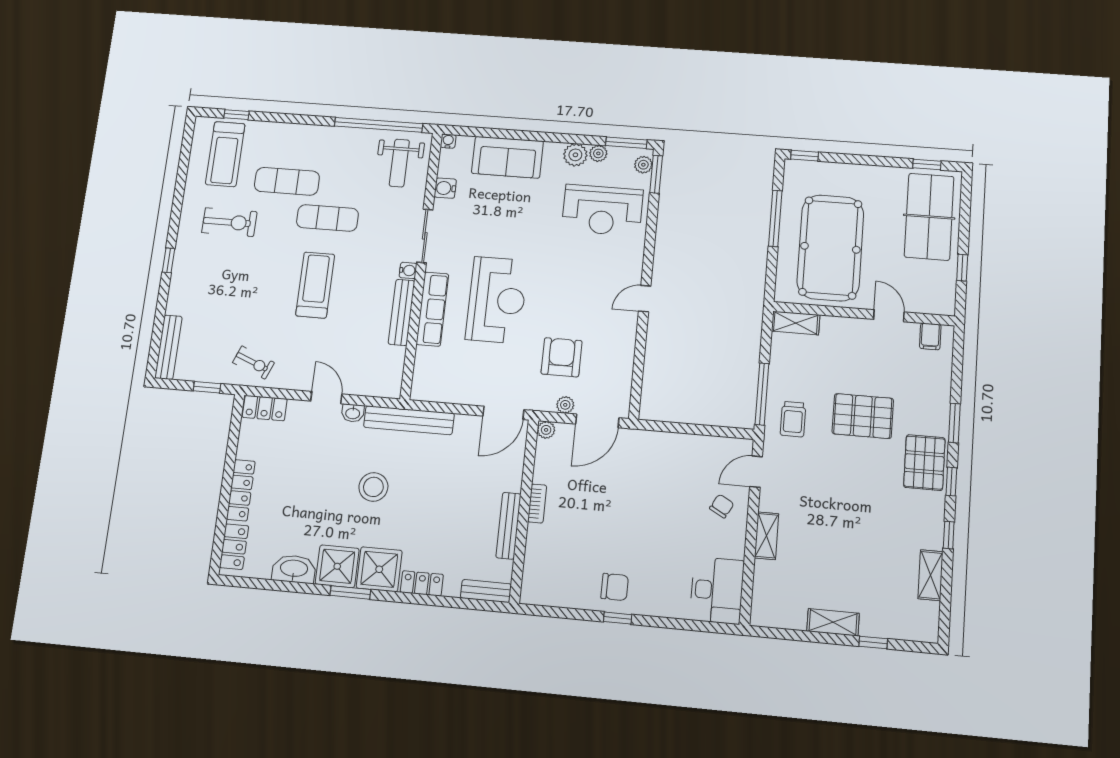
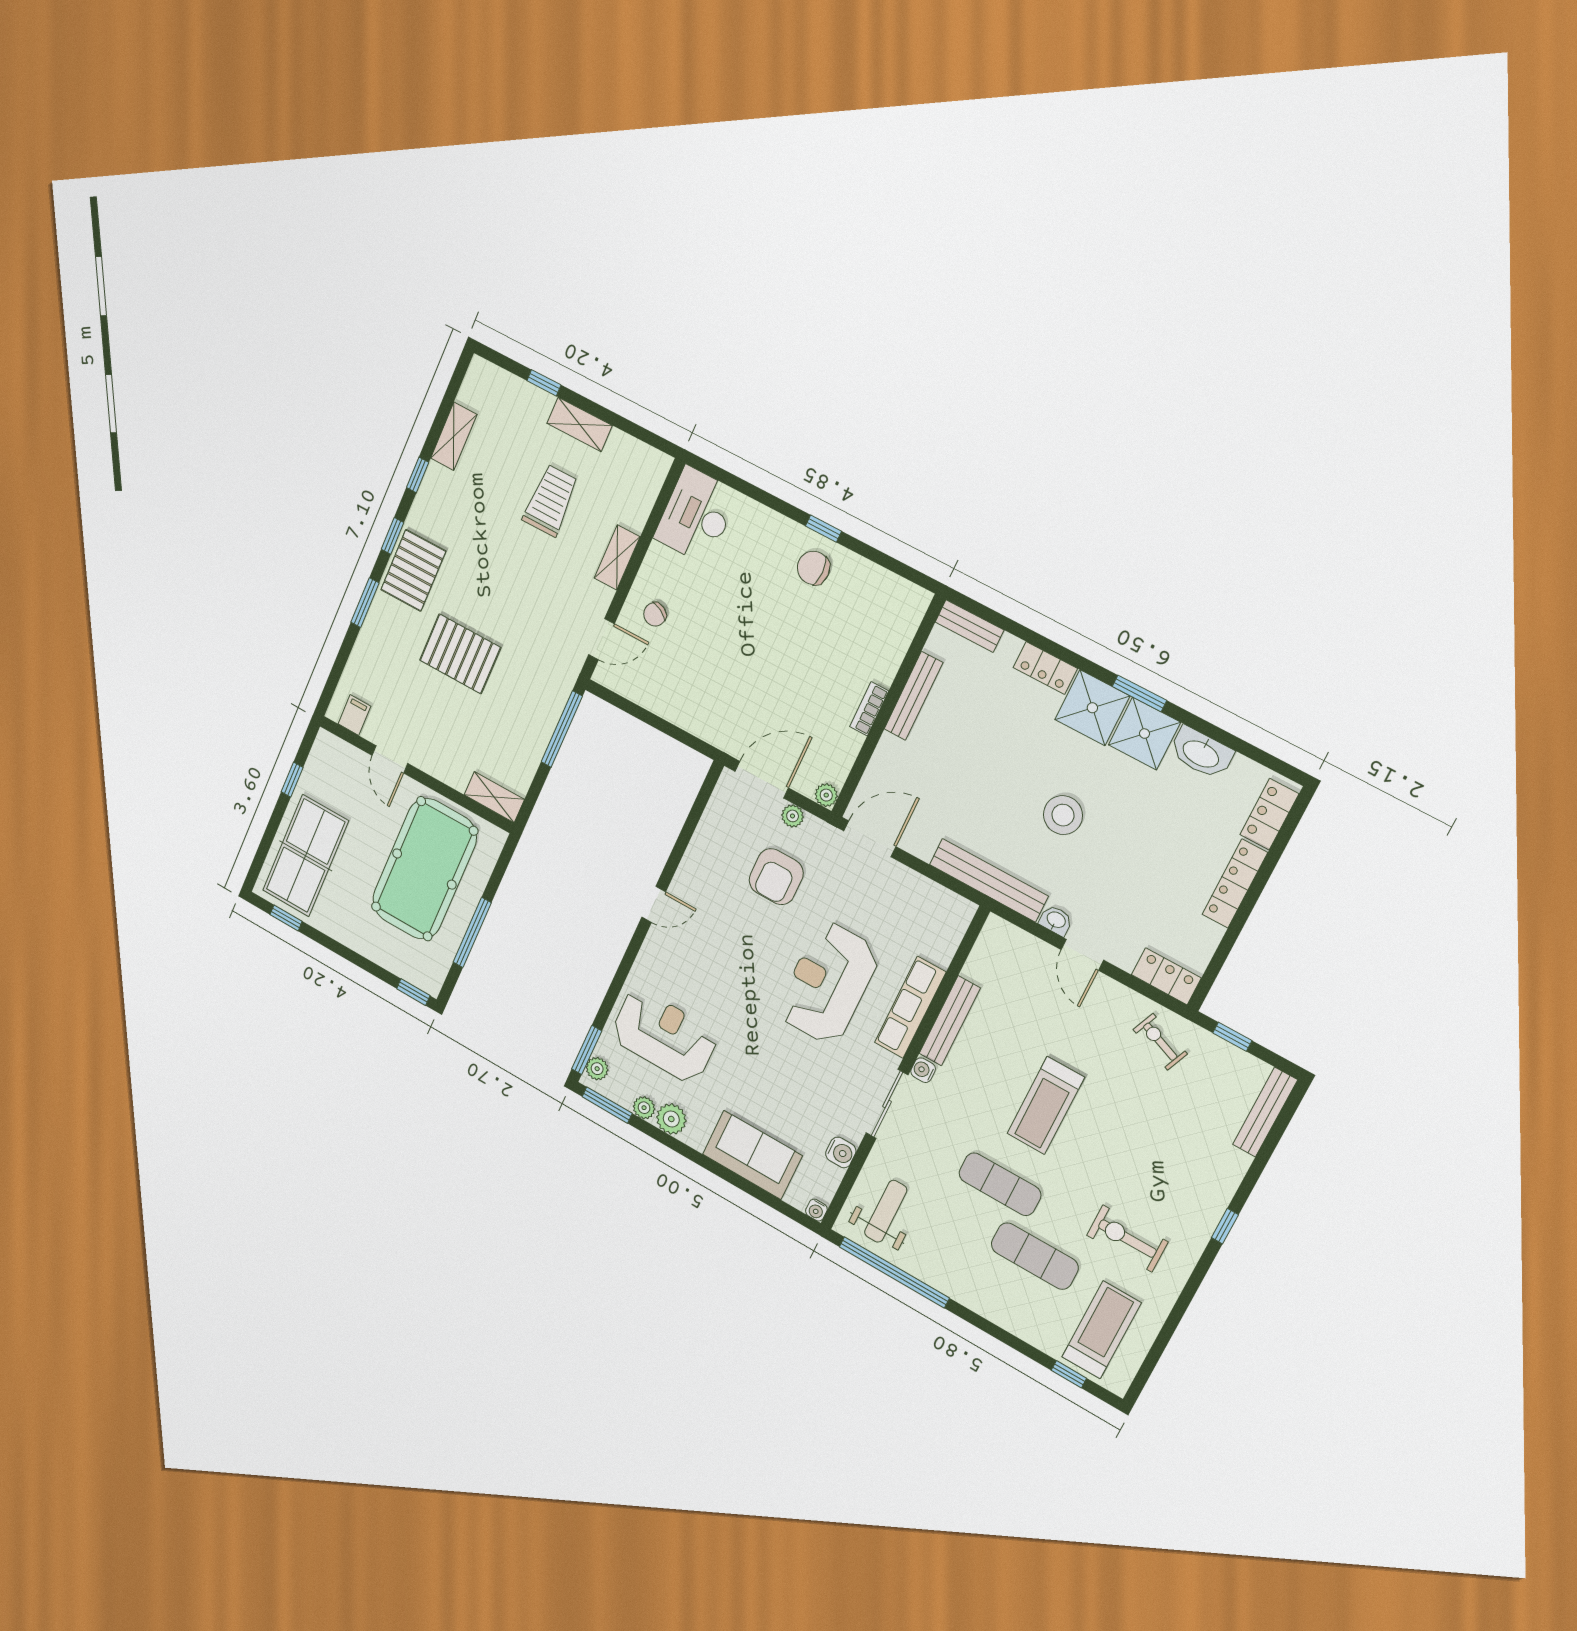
trolley: (793, 419) -> (551, 501), moved, width x1.36, depth x1.39

